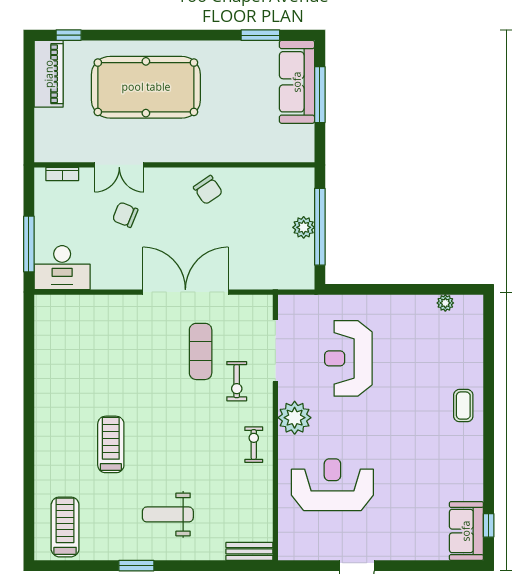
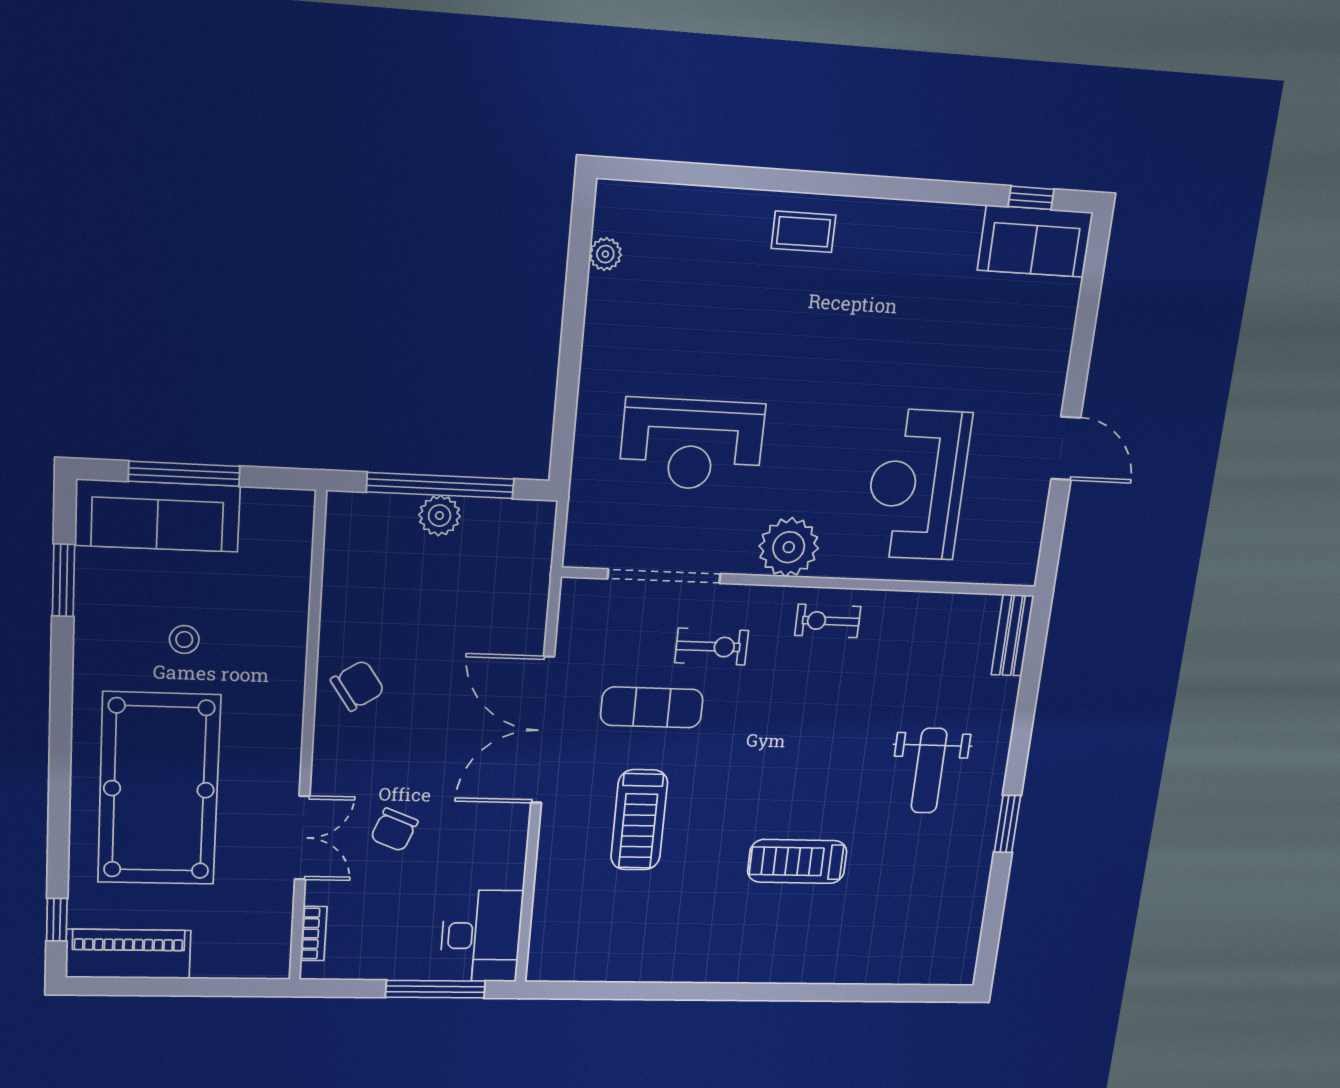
stool: (231, 98) -> (184, 639), added
treadmill: (65, 527) -> (639, 820), moved, turned -90

